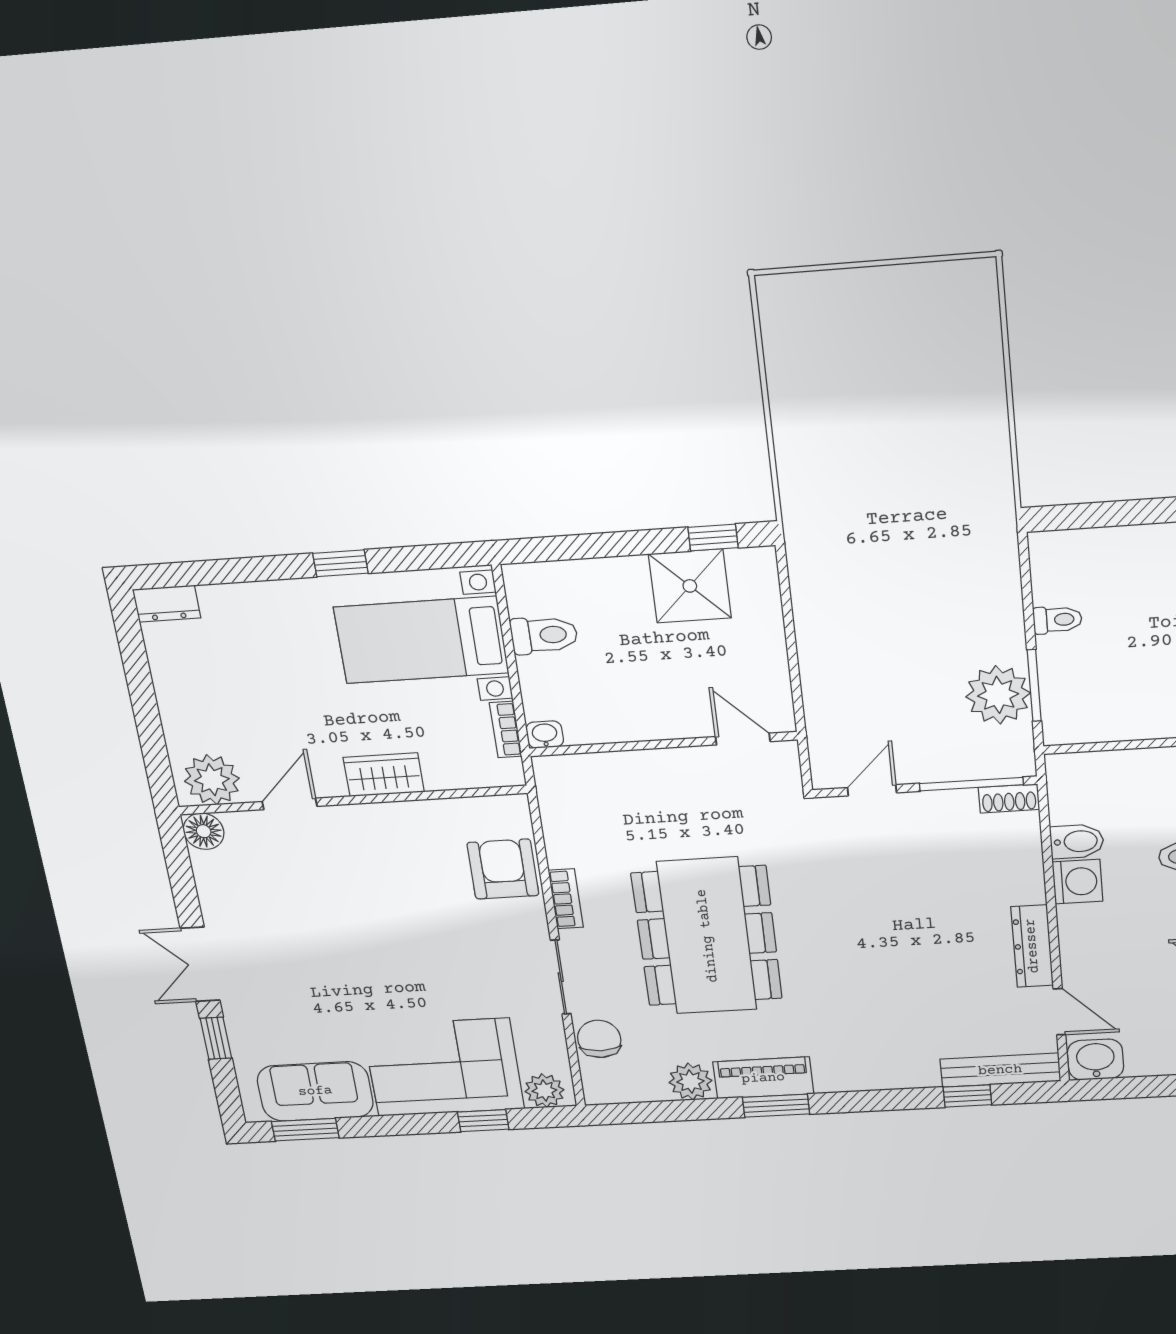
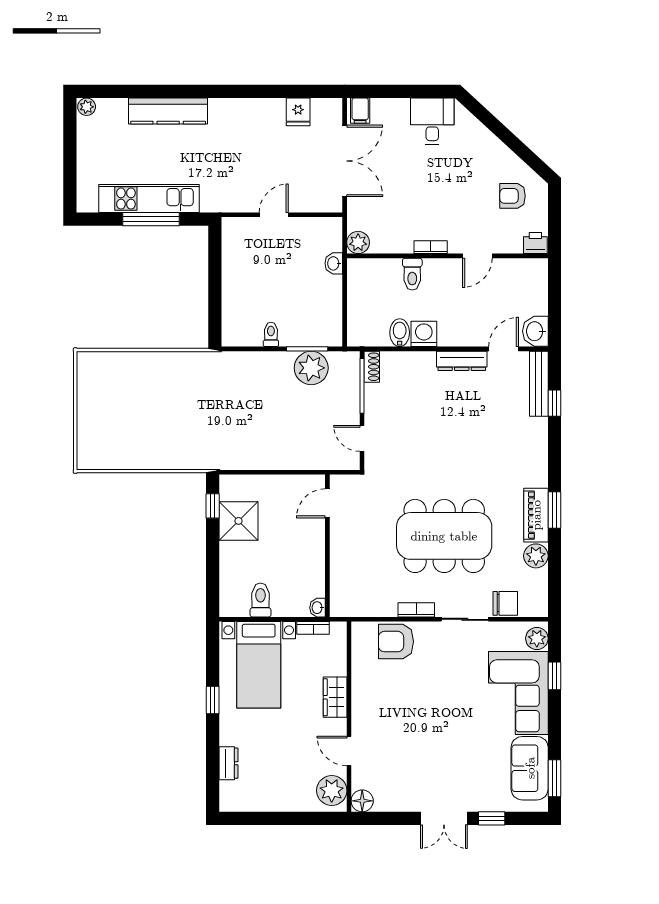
dresser: (167, 604) -> (228, 763), moved
chair: (599, 1039) -> (505, 603), turned 180

